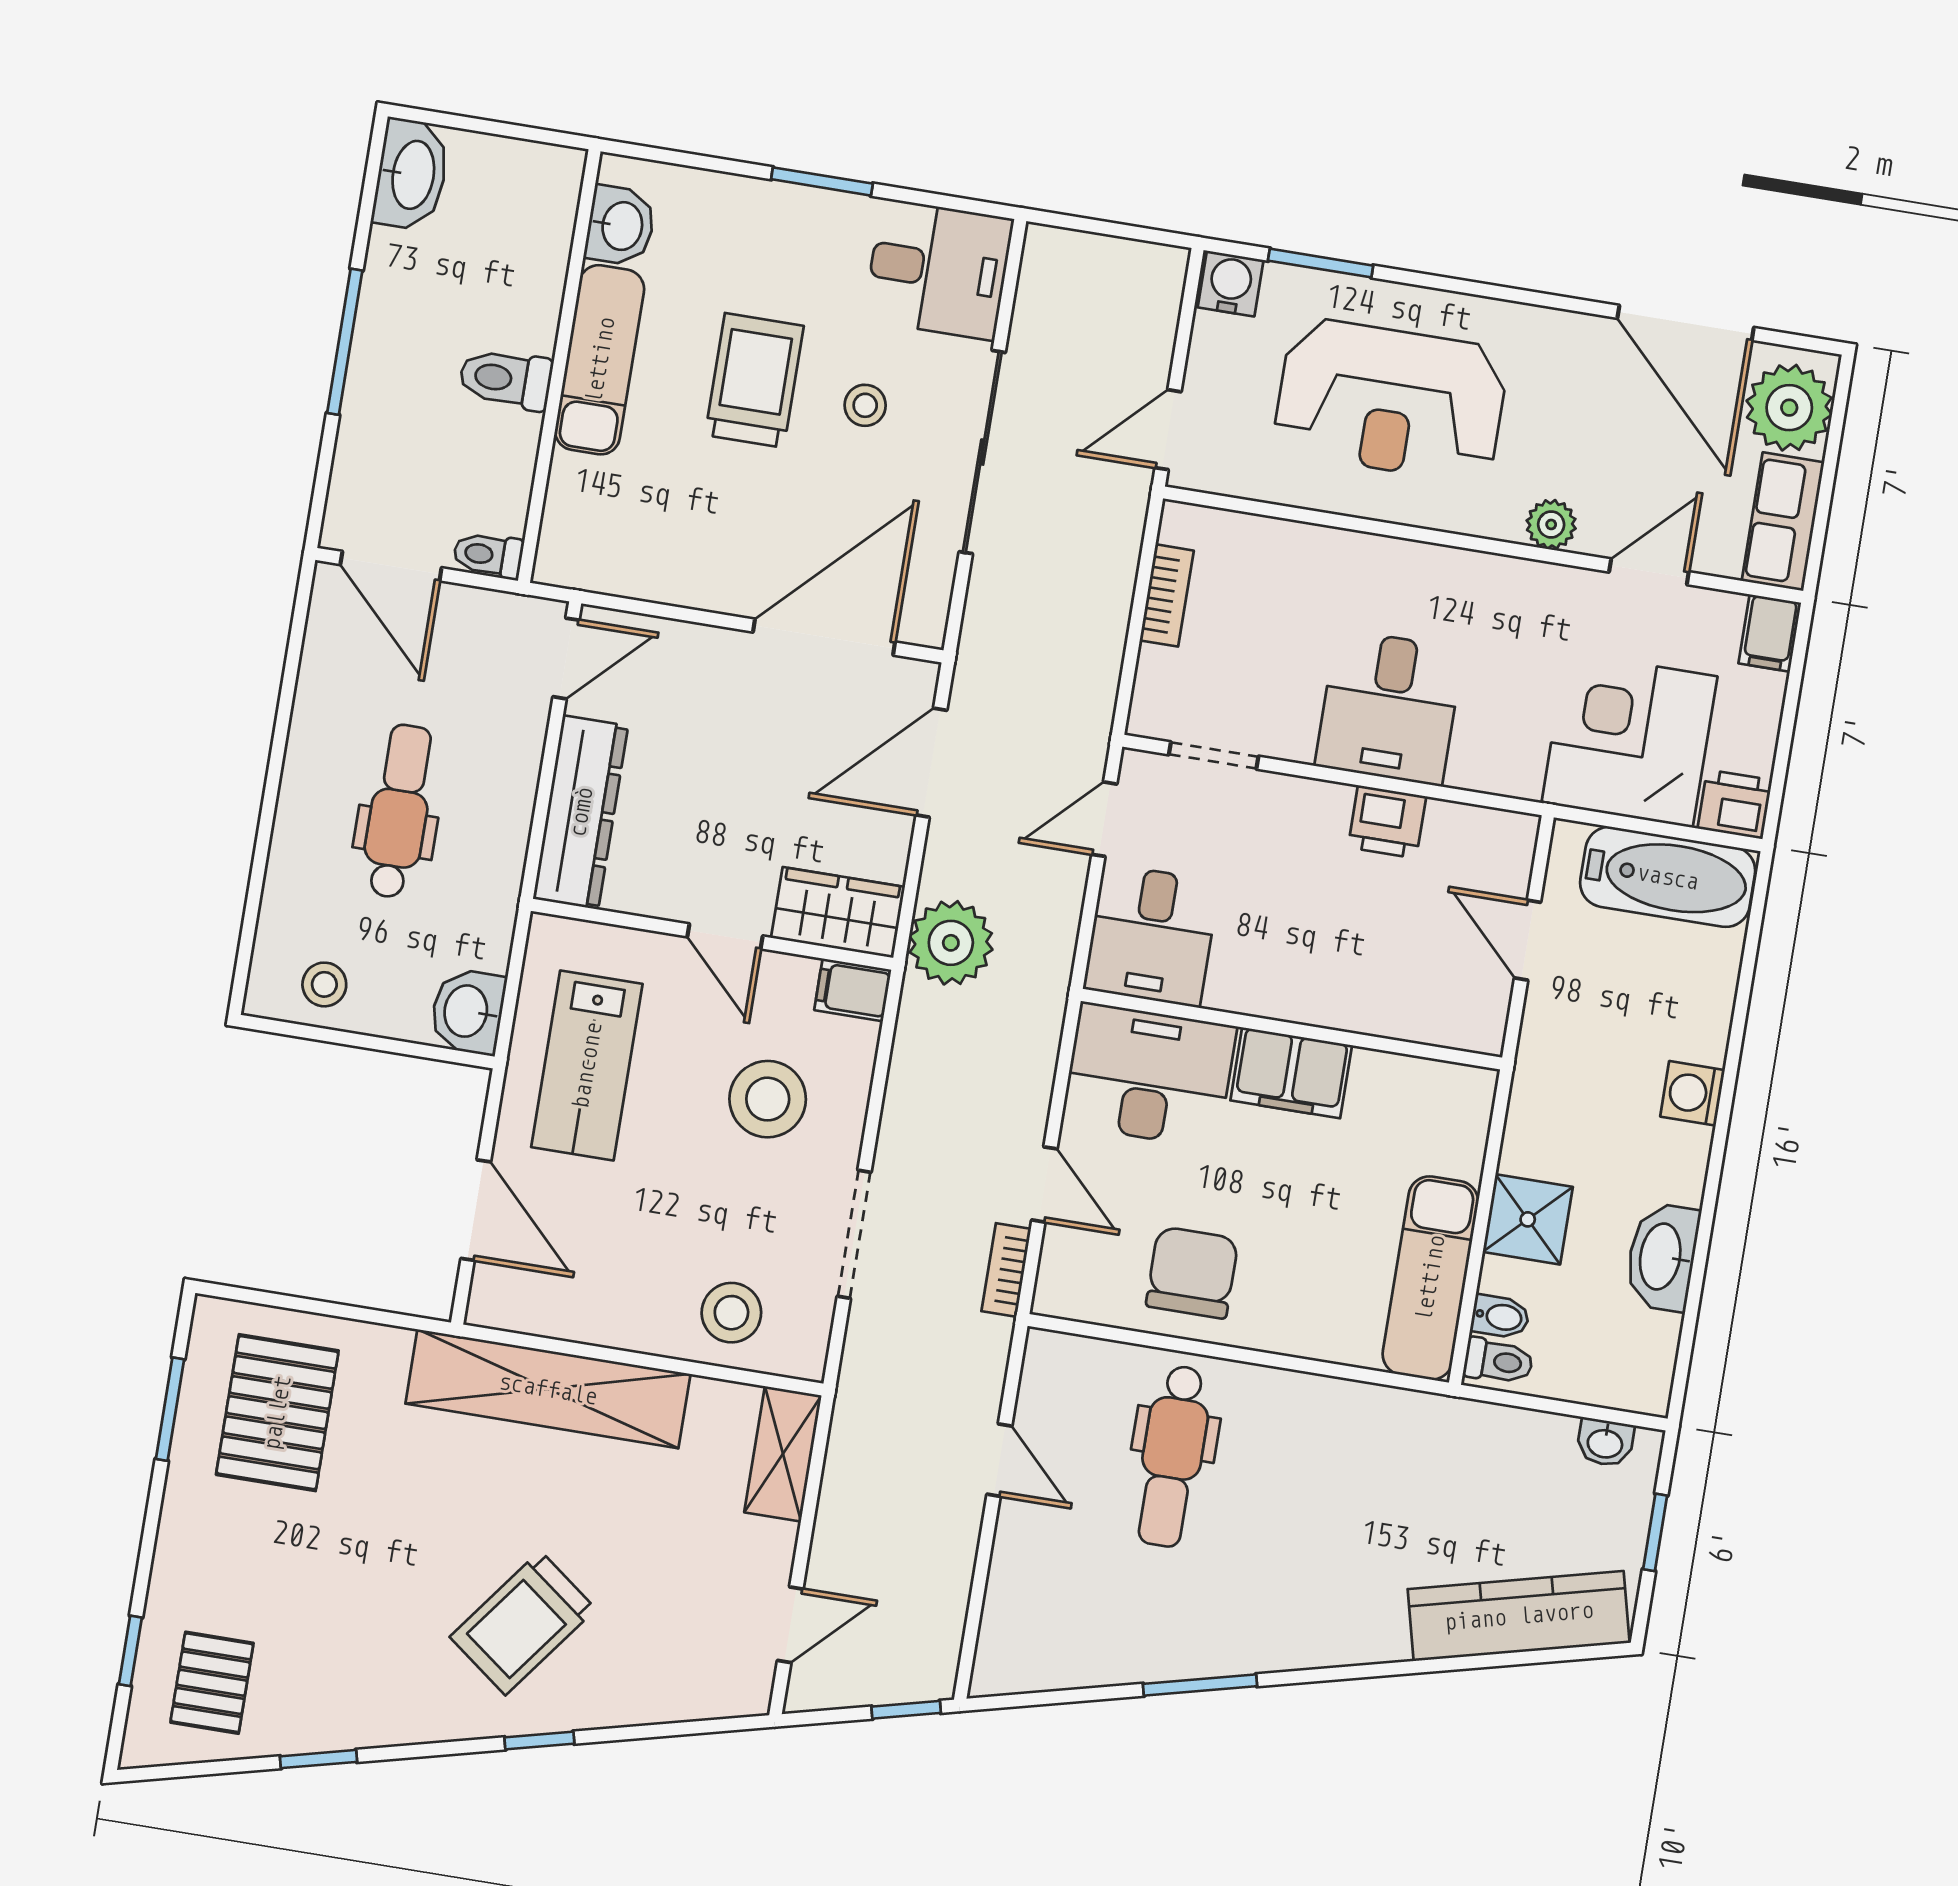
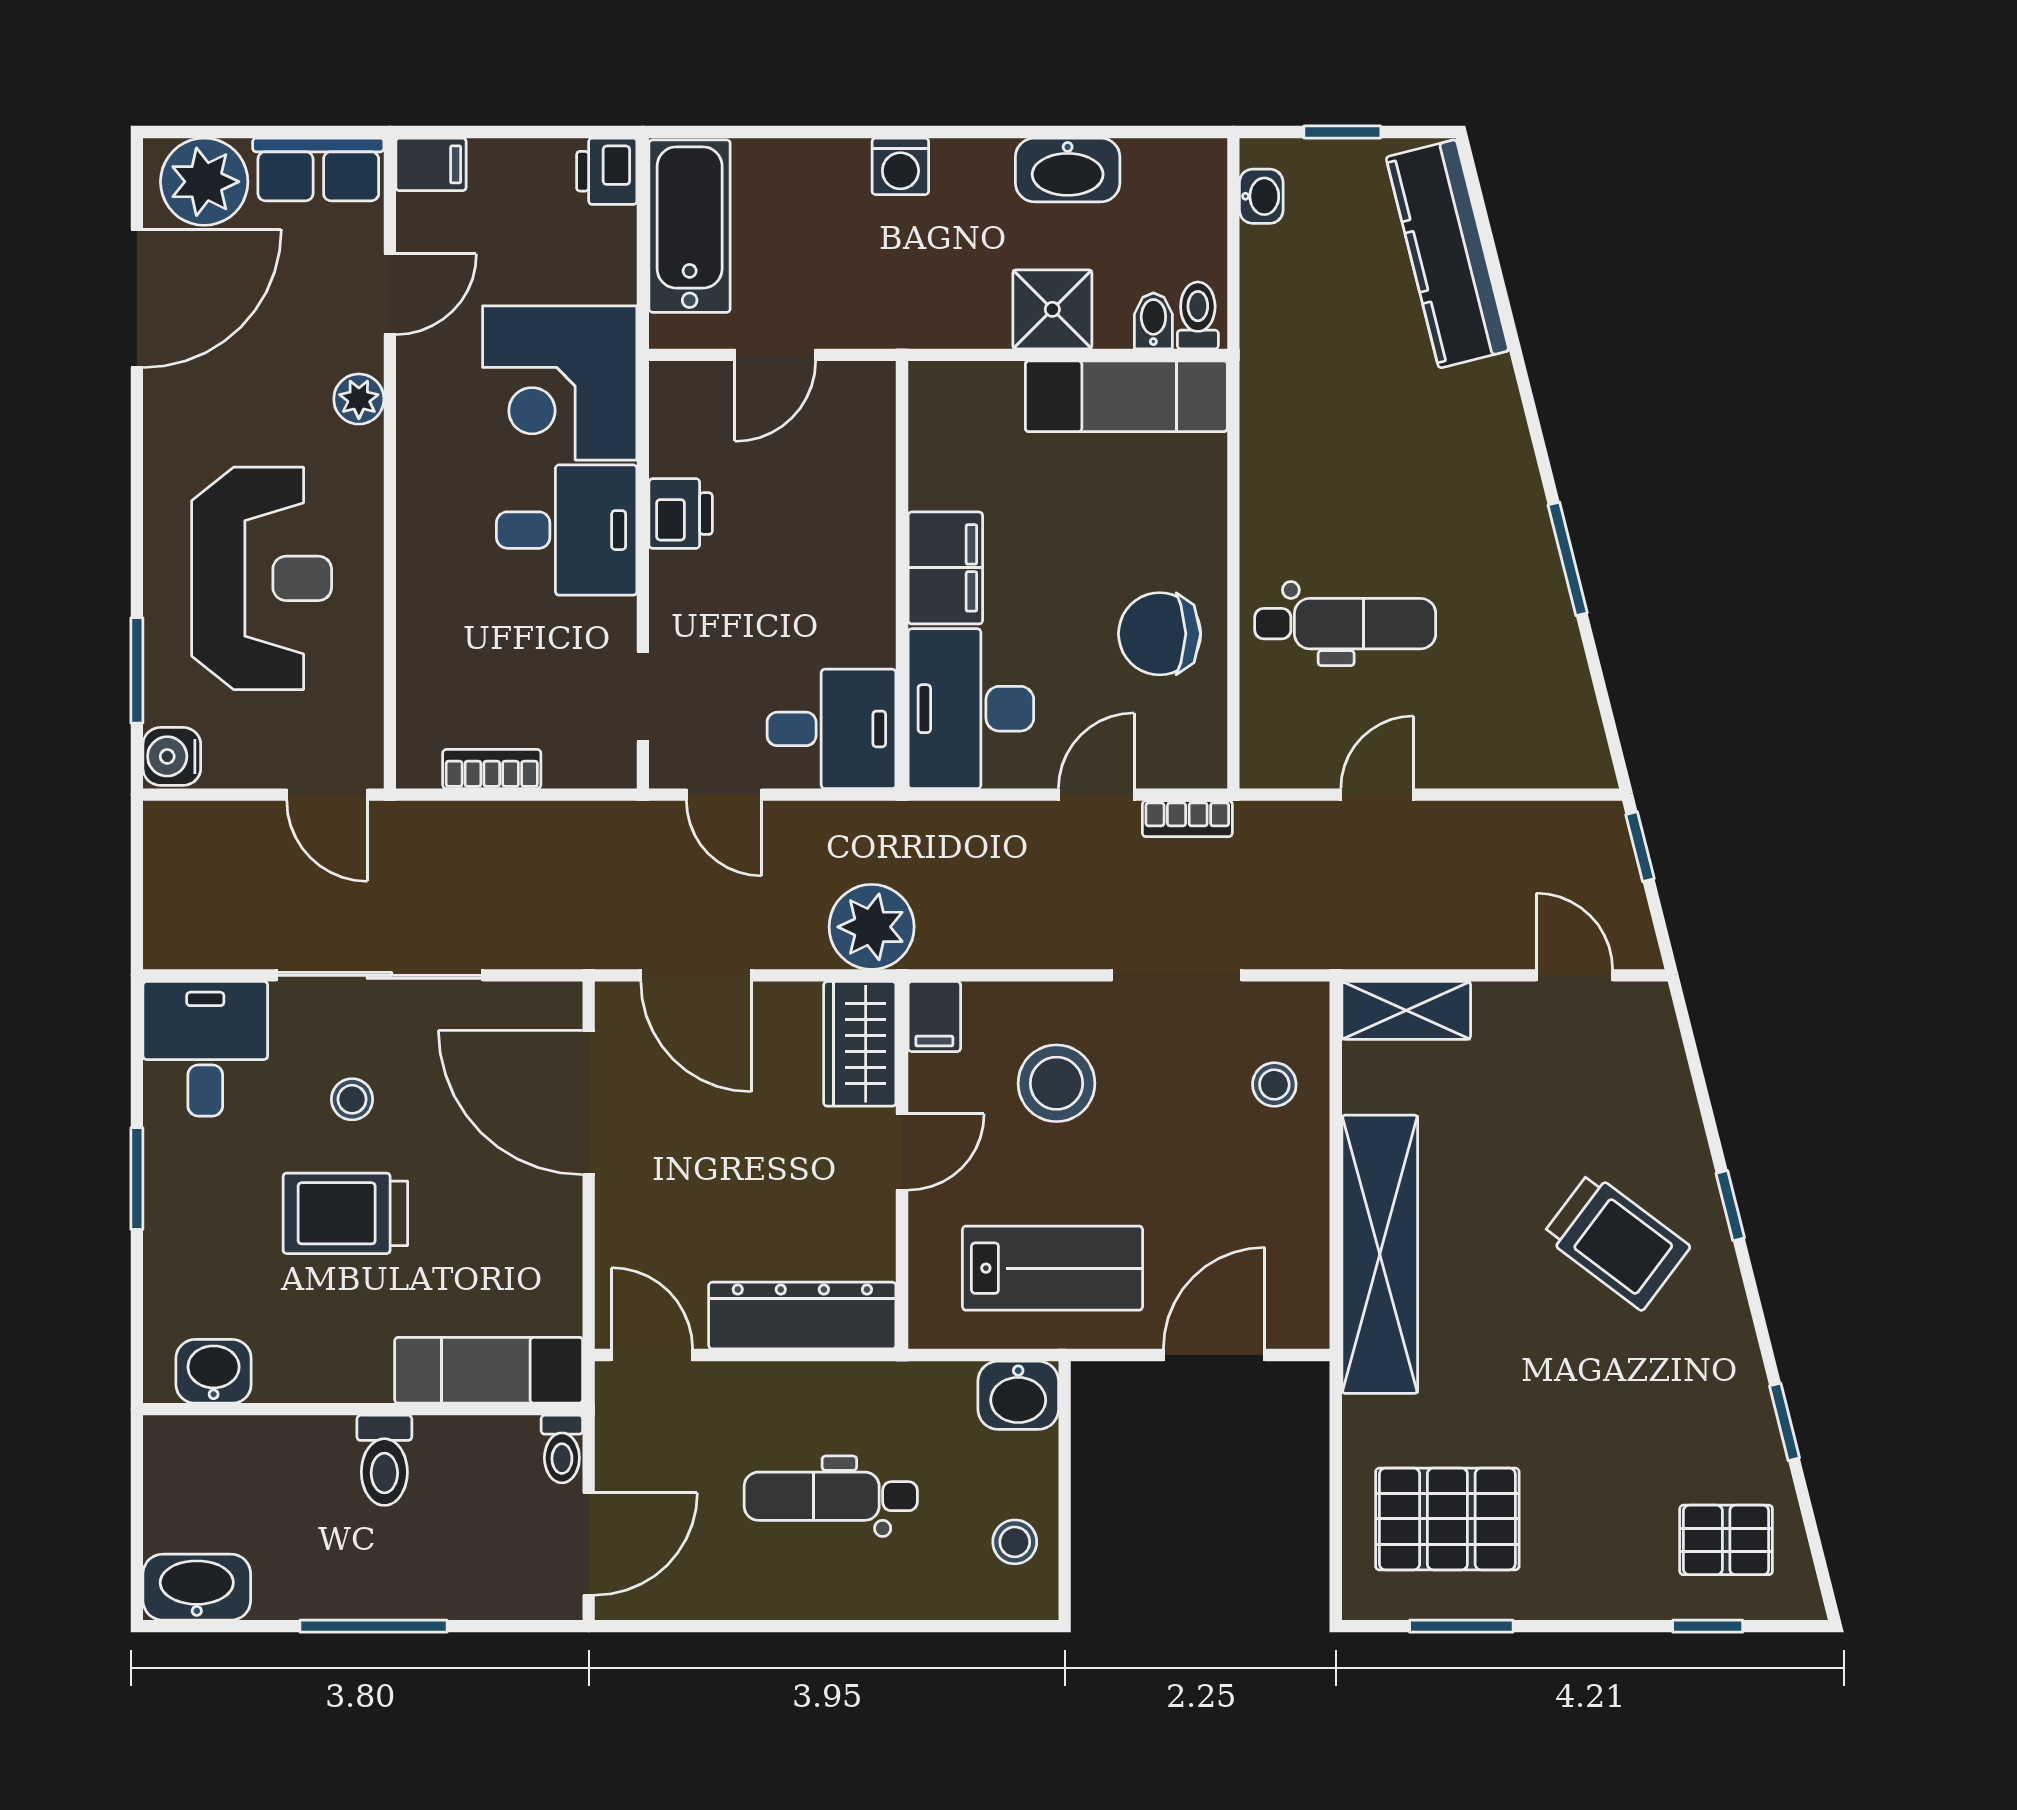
exam couch: (600, 360) -> (489, 1370), moved
door: (1649, 572) -> (390, 294), swing flipped
corner desk: (1629, 740) -> (560, 383), moved
stool: (731, 1313) -> (1274, 1085), width x0.73, depth x0.73

